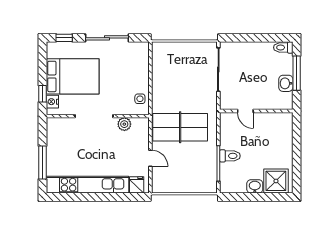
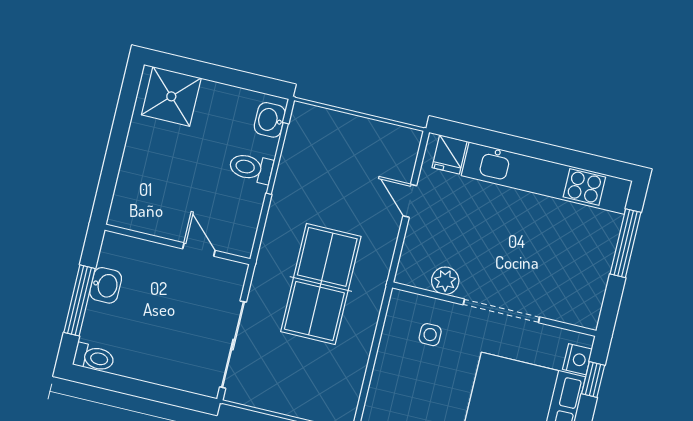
side table: (140, 99) -> (430, 335), moved
table tennis table: (180, 127) -> (321, 284), moved, turned 90
washbasin: (255, 186) -> (270, 120), moved, turned 90

